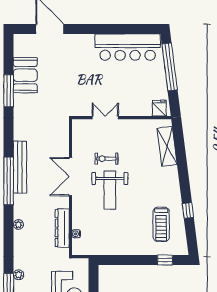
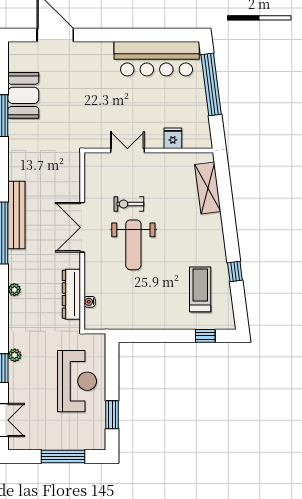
fridge: (159, 108) -> (173, 138), moved
treadmill: (161, 224) -> (200, 289), turned 180

